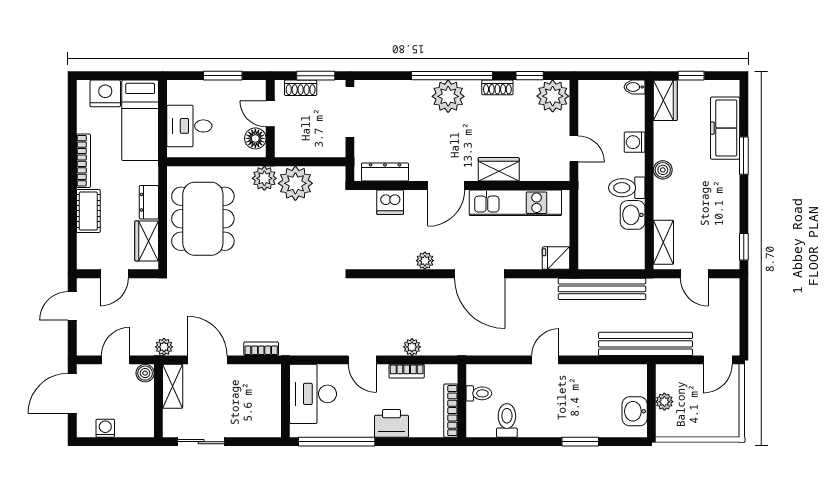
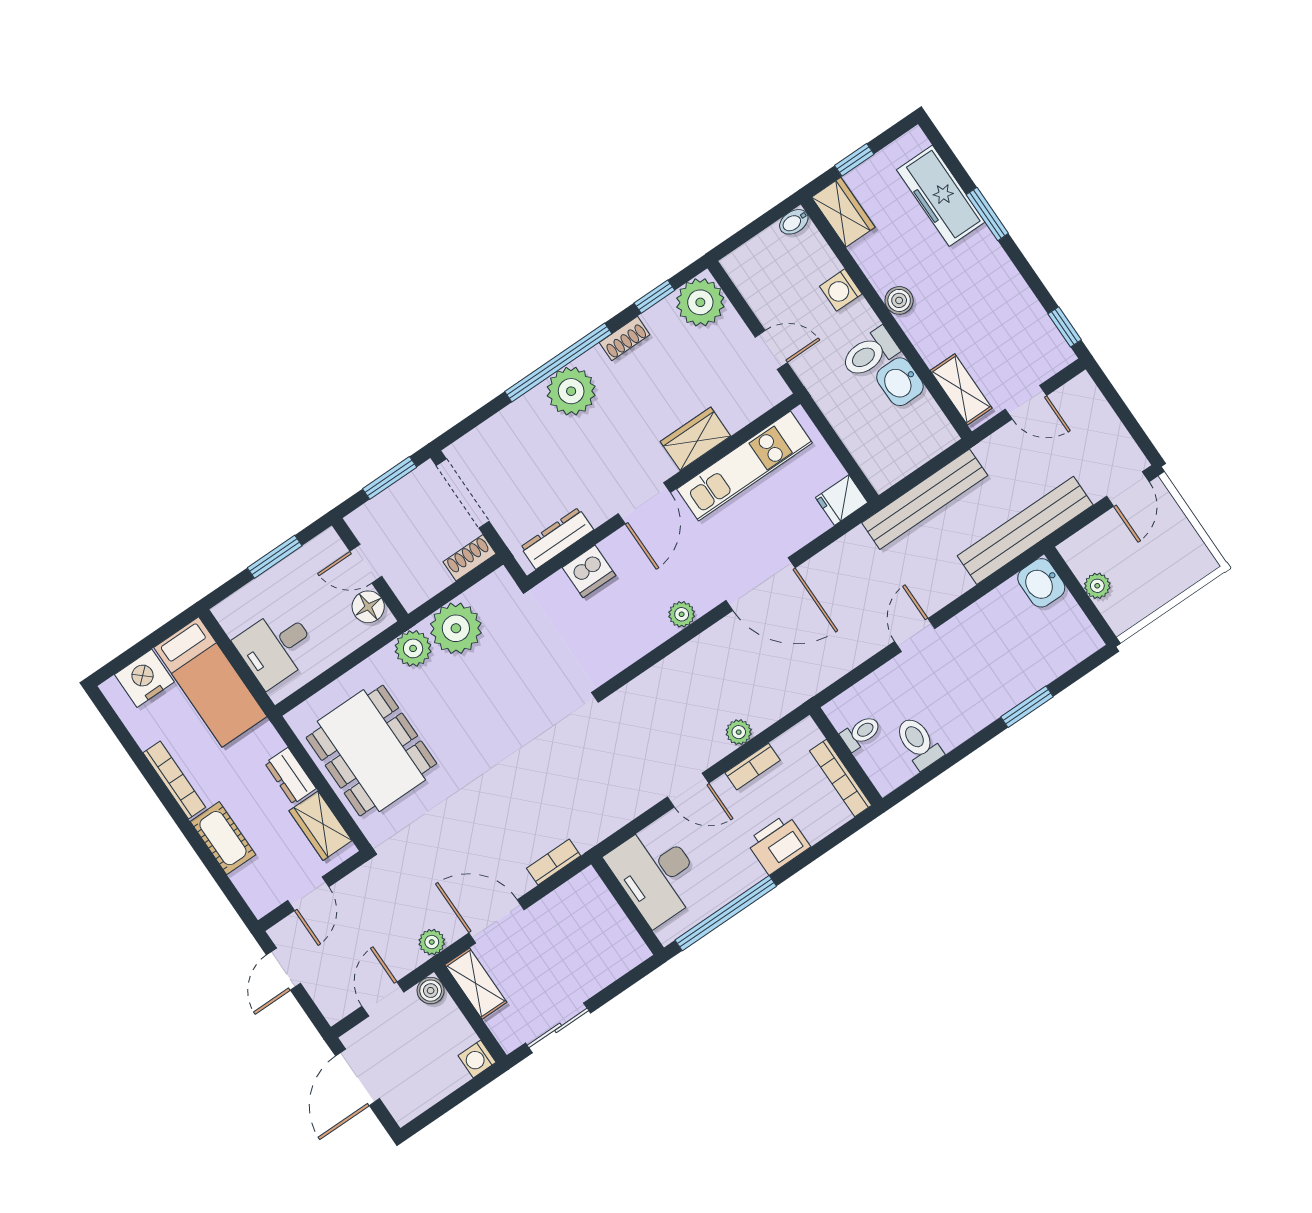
shoe rack: (301, 88) -> (469, 558), moved, turned 180
washbasin: (635, 411) -> (1041, 583), moved
washing machine: (105, 428) -> (477, 1059), moved, turned -90

